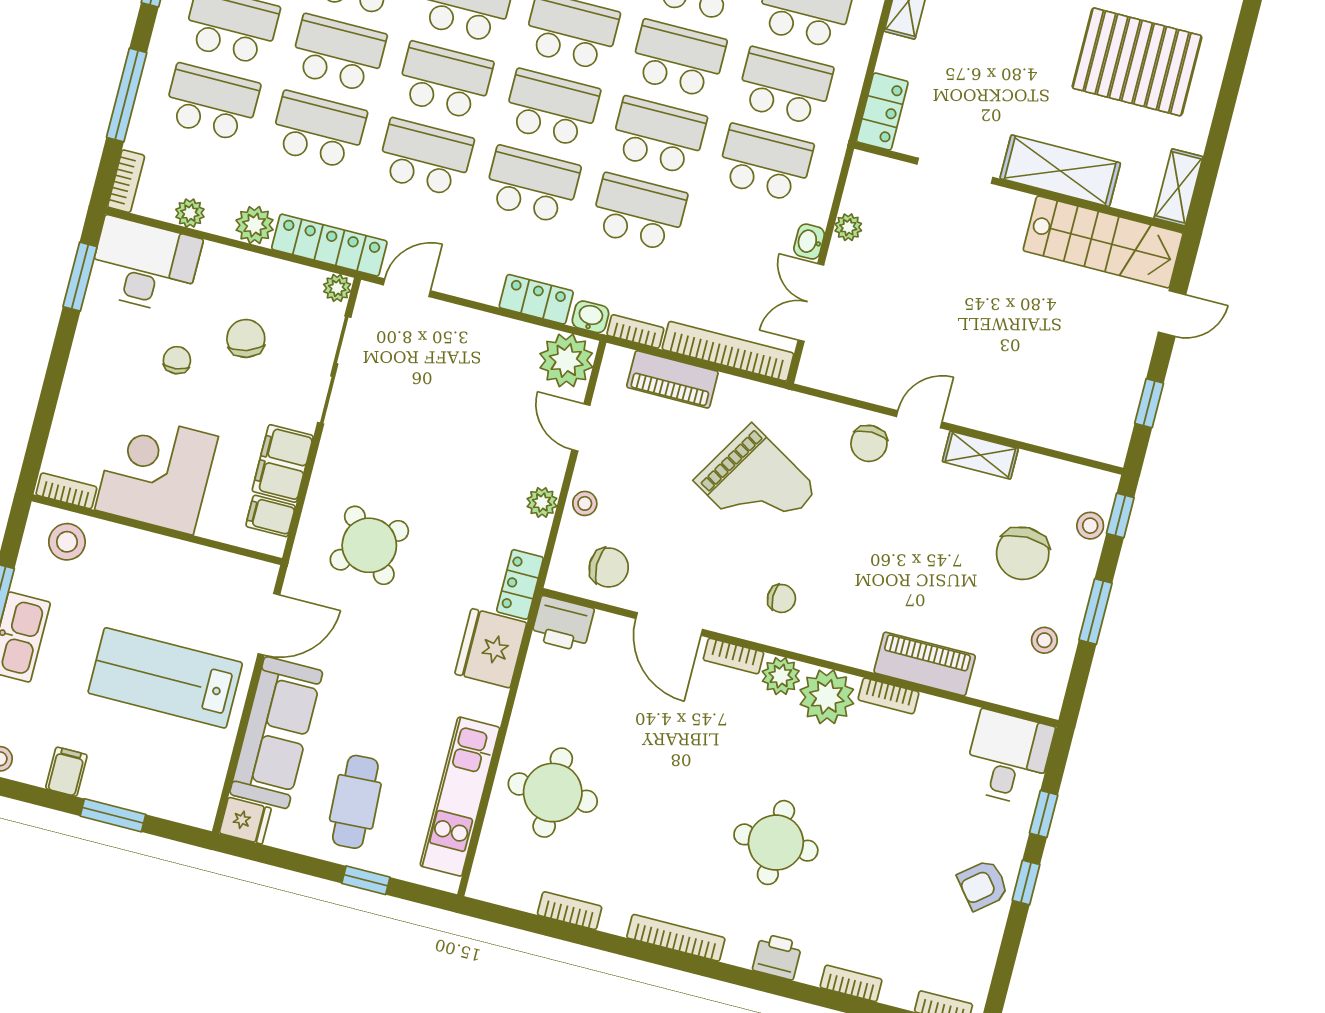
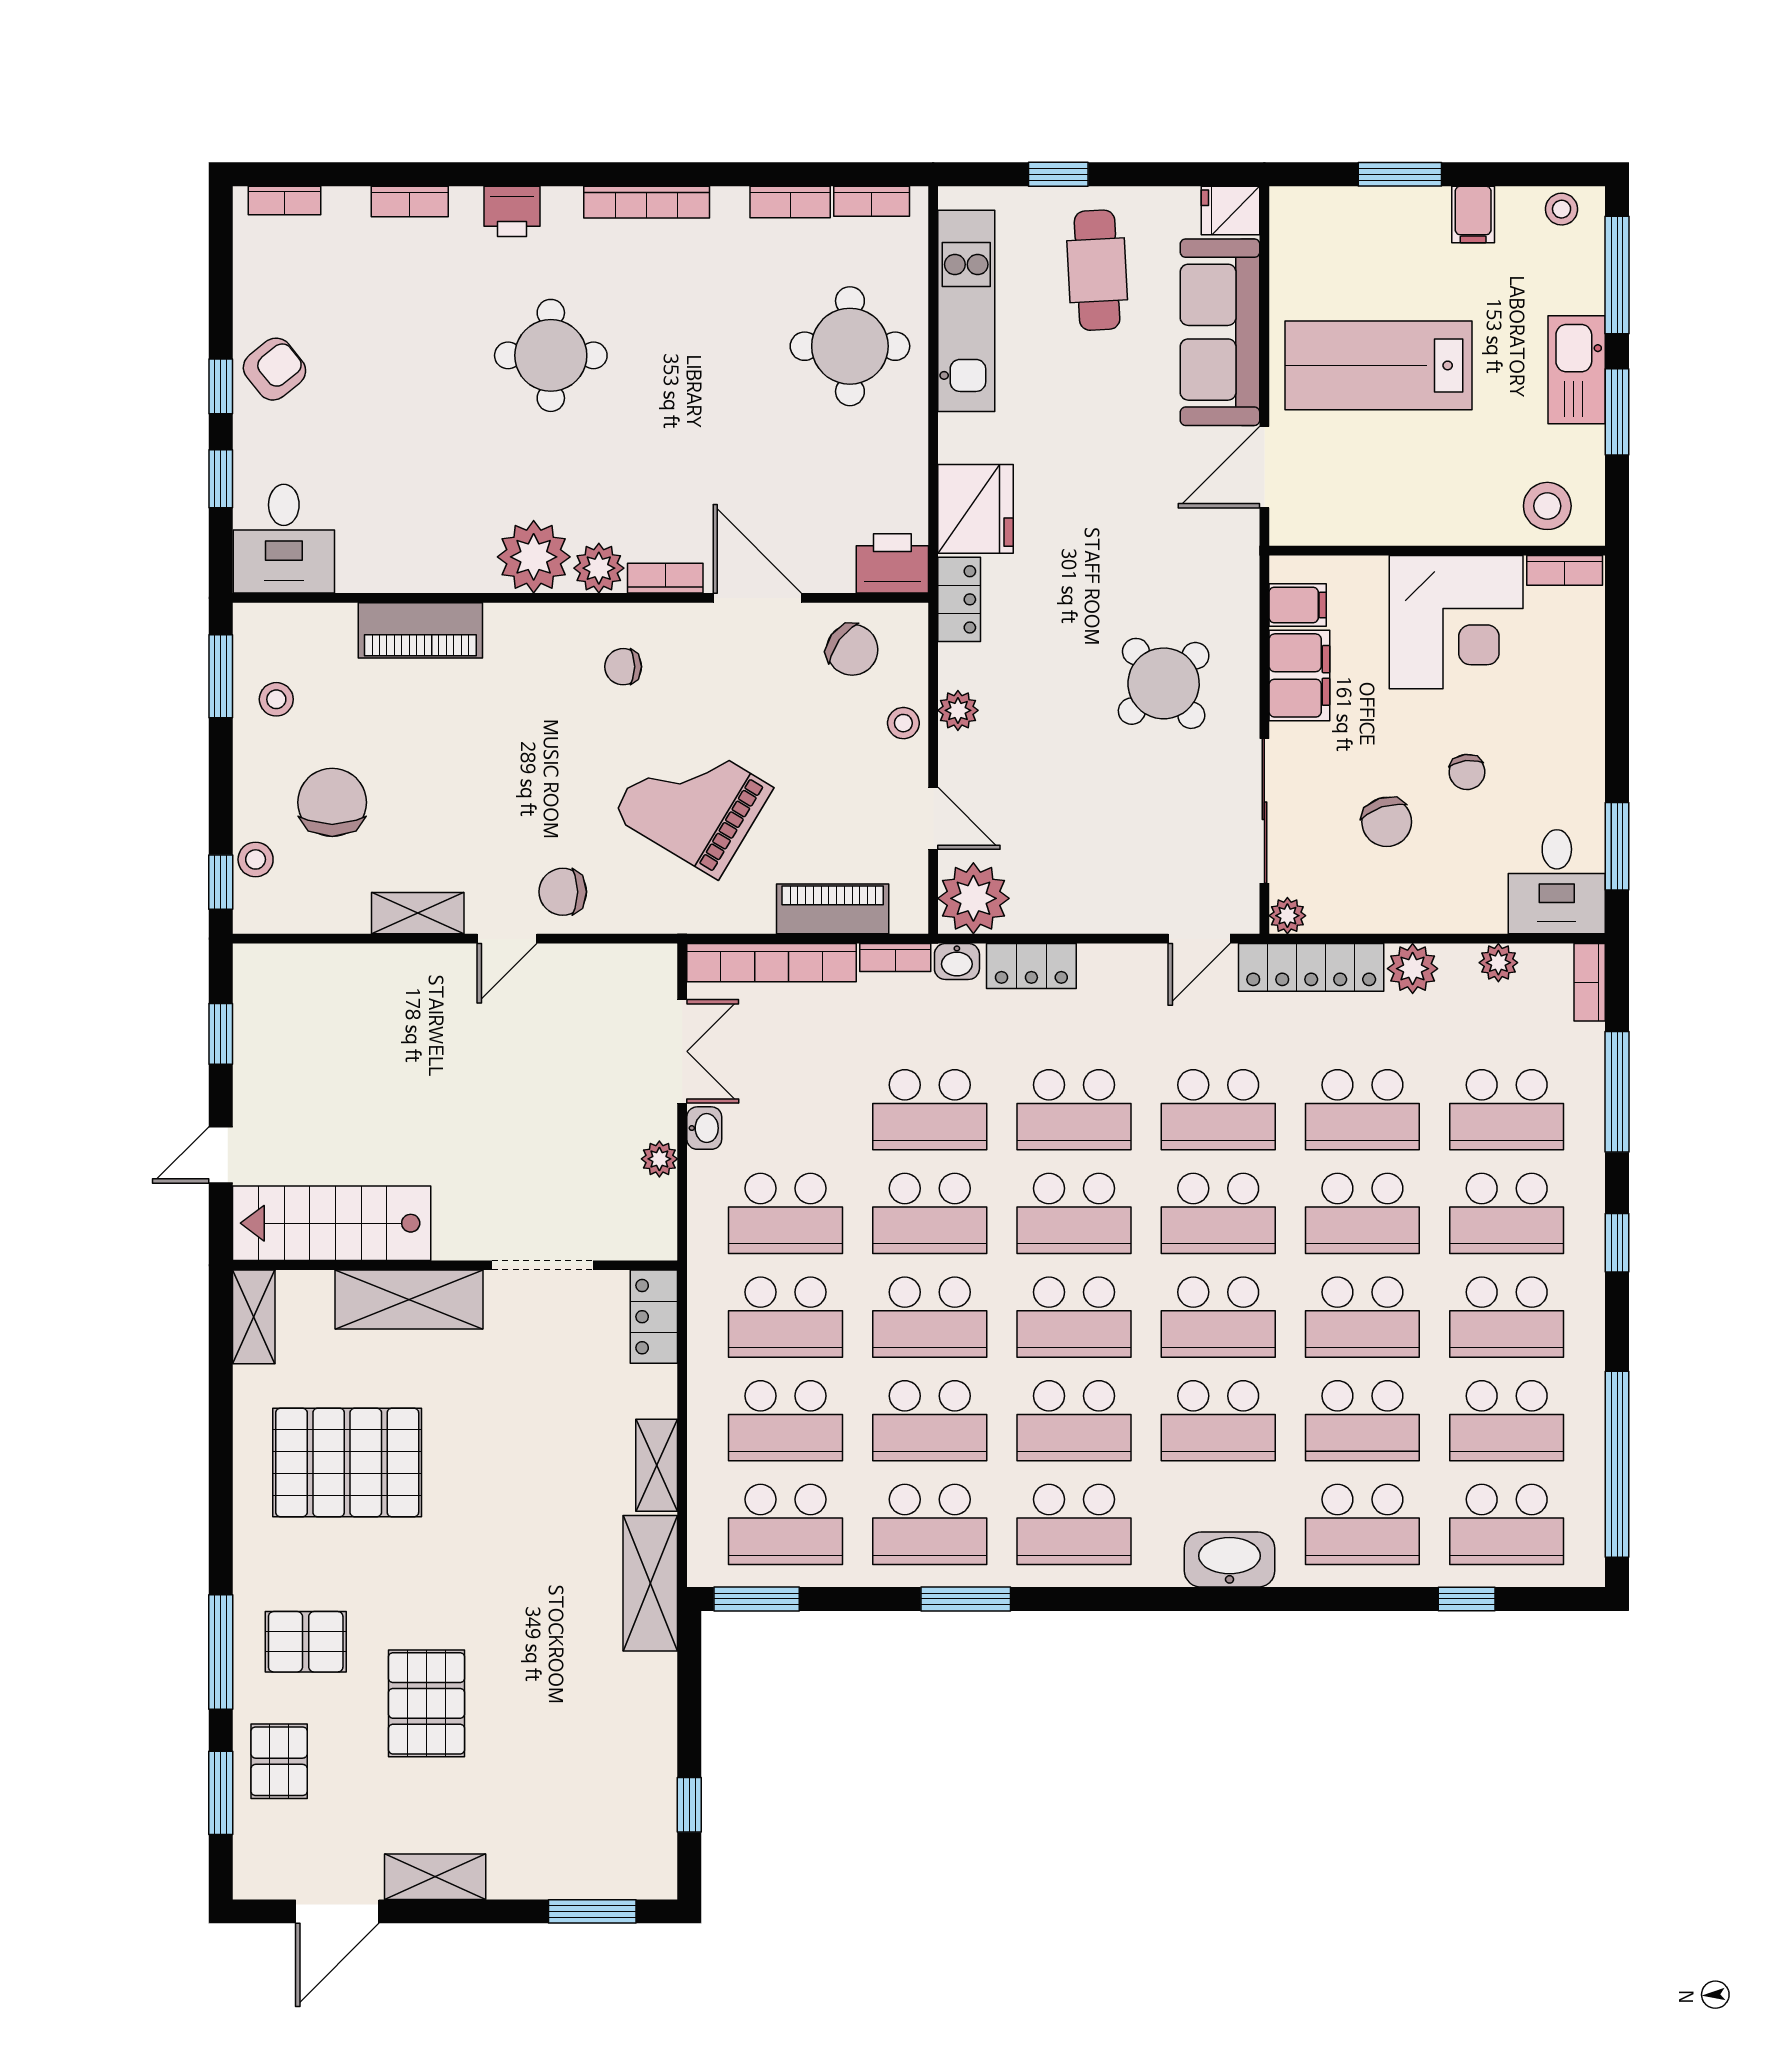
desk: (145, 265) -> (1557, 882), width x0.73
chair: (869, 443) -> (563, 892), turned -90
round table: (369, 545) -> (1164, 683), moved
chair: (609, 567) -> (852, 650), turned -144
window: (1096, 612) -> (221, 676), moved
lab bench: (165, 678) -> (1378, 365), turned 180
bookcase: (889, 696) -> (872, 201), moved, turned 180

